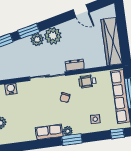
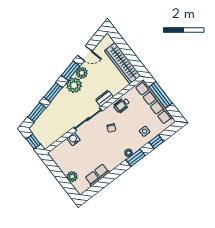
window: (58, 20) -> (71, 71), added
plant: (37, 40) -> (82, 73), moved
water cooler: (11, 89) -> (73, 139), moved
row of seats: (49, 132) -> (97, 175), moved
window: (117, 134) -> (156, 142), moved

